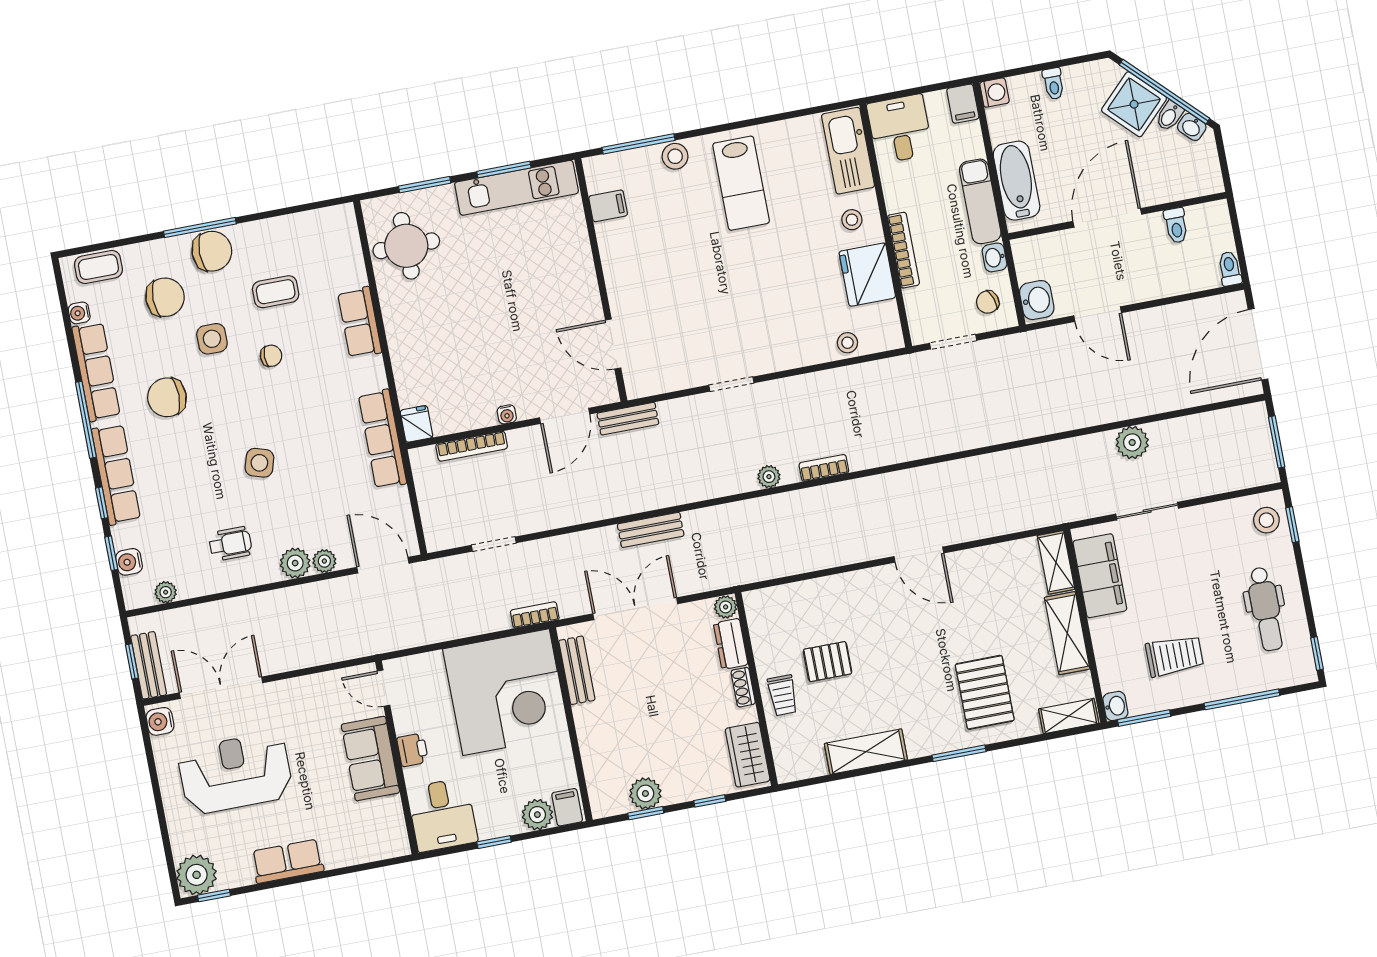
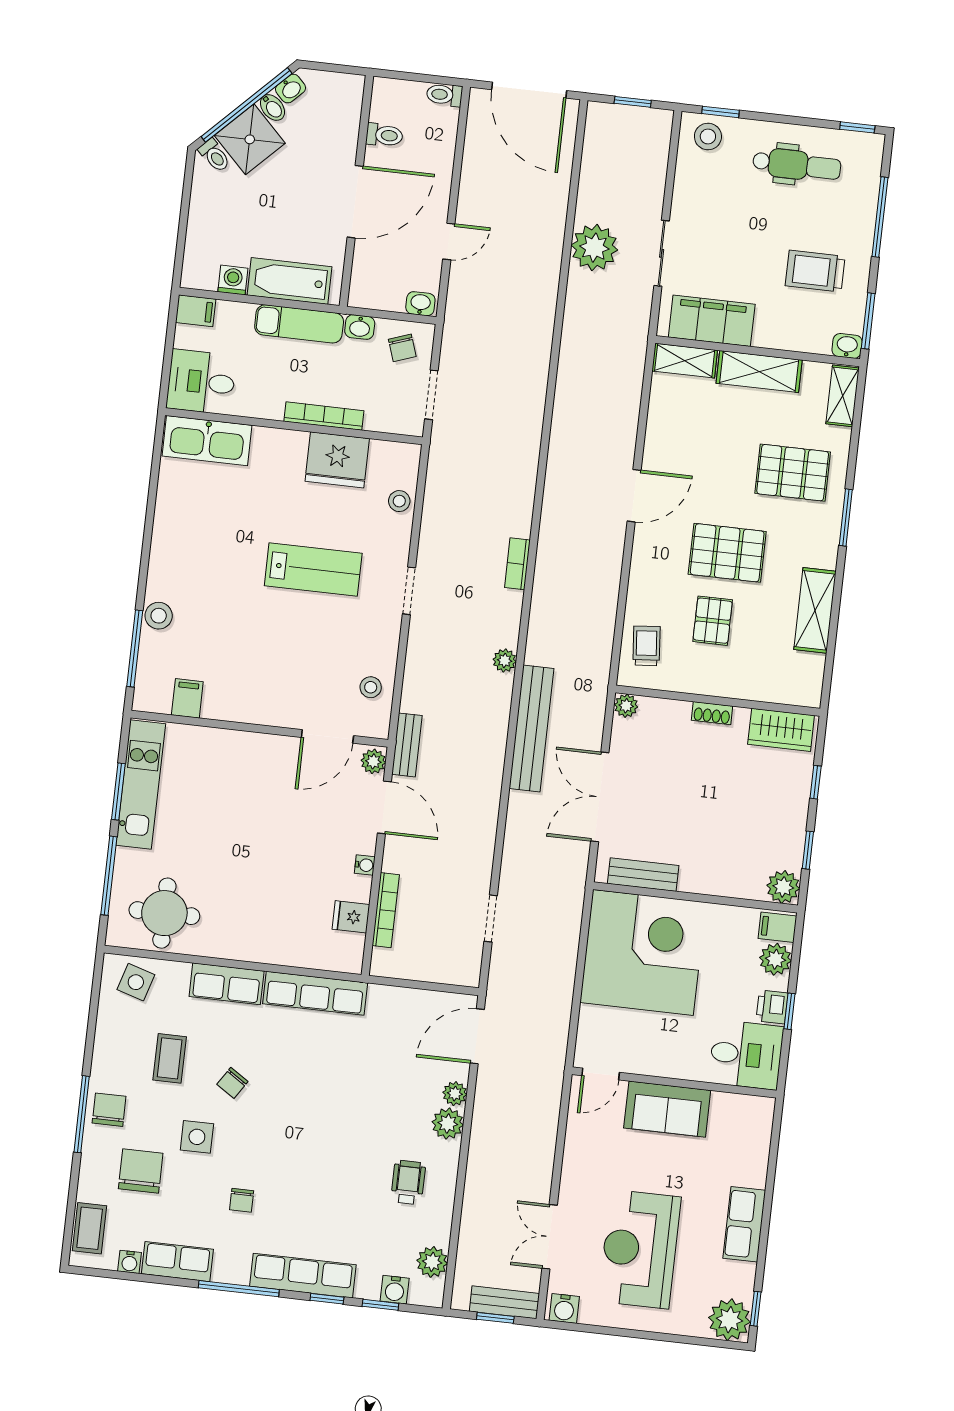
toilet: (1053, 84) -> (215, 155), moved, turned 45
washing machine: (994, 93) -> (233, 280), moved
lab bench: (741, 183) -> (313, 569), moved
window: (425, 185) -> (109, 876), width x1.44
door: (1107, 218) -> (355, 202), swing flipped
stool: (852, 220) -> (371, 687), moved
chair: (212, 251) -> (109, 1110), width x0.73, depth x0.73
washbasin: (1037, 300) -> (420, 304), width x0.72, depth x0.69
door: (1098, 314) -> (449, 241), width x0.73
chair: (271, 356) -> (232, 1083), turned -147
row of seats: (96, 372) -> (177, 1262), width x0.68
doorway: (731, 384) -> (409, 591), moved
plant: (603, 393) -> (373, 761), added
chair: (167, 397) -> (242, 1200), width x0.54, depth x0.54
fridge: (417, 424) -> (351, 917), moved
row of seats: (382, 439) -> (315, 993), moved
plant: (1132, 442) -> (594, 248), width x1.36, depth x1.36
window: (1277, 442) -> (633, 102), width x0.67
side table: (259, 463) -> (136, 982), moved
plant: (769, 477) -> (505, 660), moved
bench: (651, 530) -> (532, 728), width x1.86, depth x1.21
plant: (166, 592) -> (432, 1262), width x1.38, depth x1.38
bookcase: (535, 615) -> (575, 900), removed
dresser: (731, 644) -> (665, 712), removed
pallet: (893, 656) -> (727, 553), added
trolley: (1174, 656) -> (815, 271), turned -90
double door: (221, 688) -> (550, 1237), width x0.73
trolley: (783, 695) -> (646, 646), moved, turned -95
printer: (413, 750) -> (772, 1007), moved, turned -90
plant: (645, 793) -> (783, 887), moved

